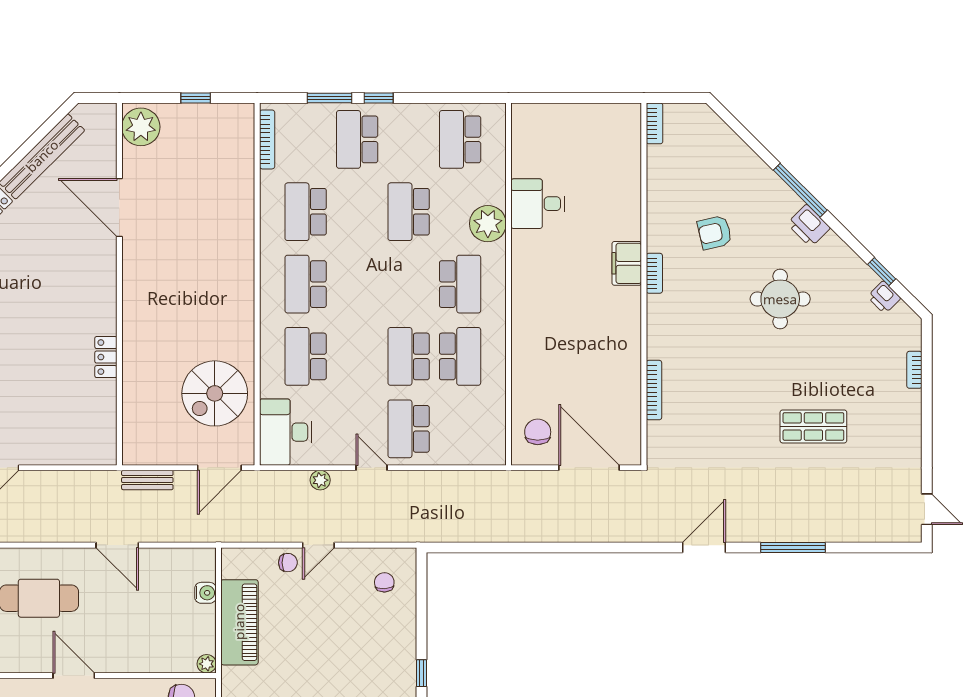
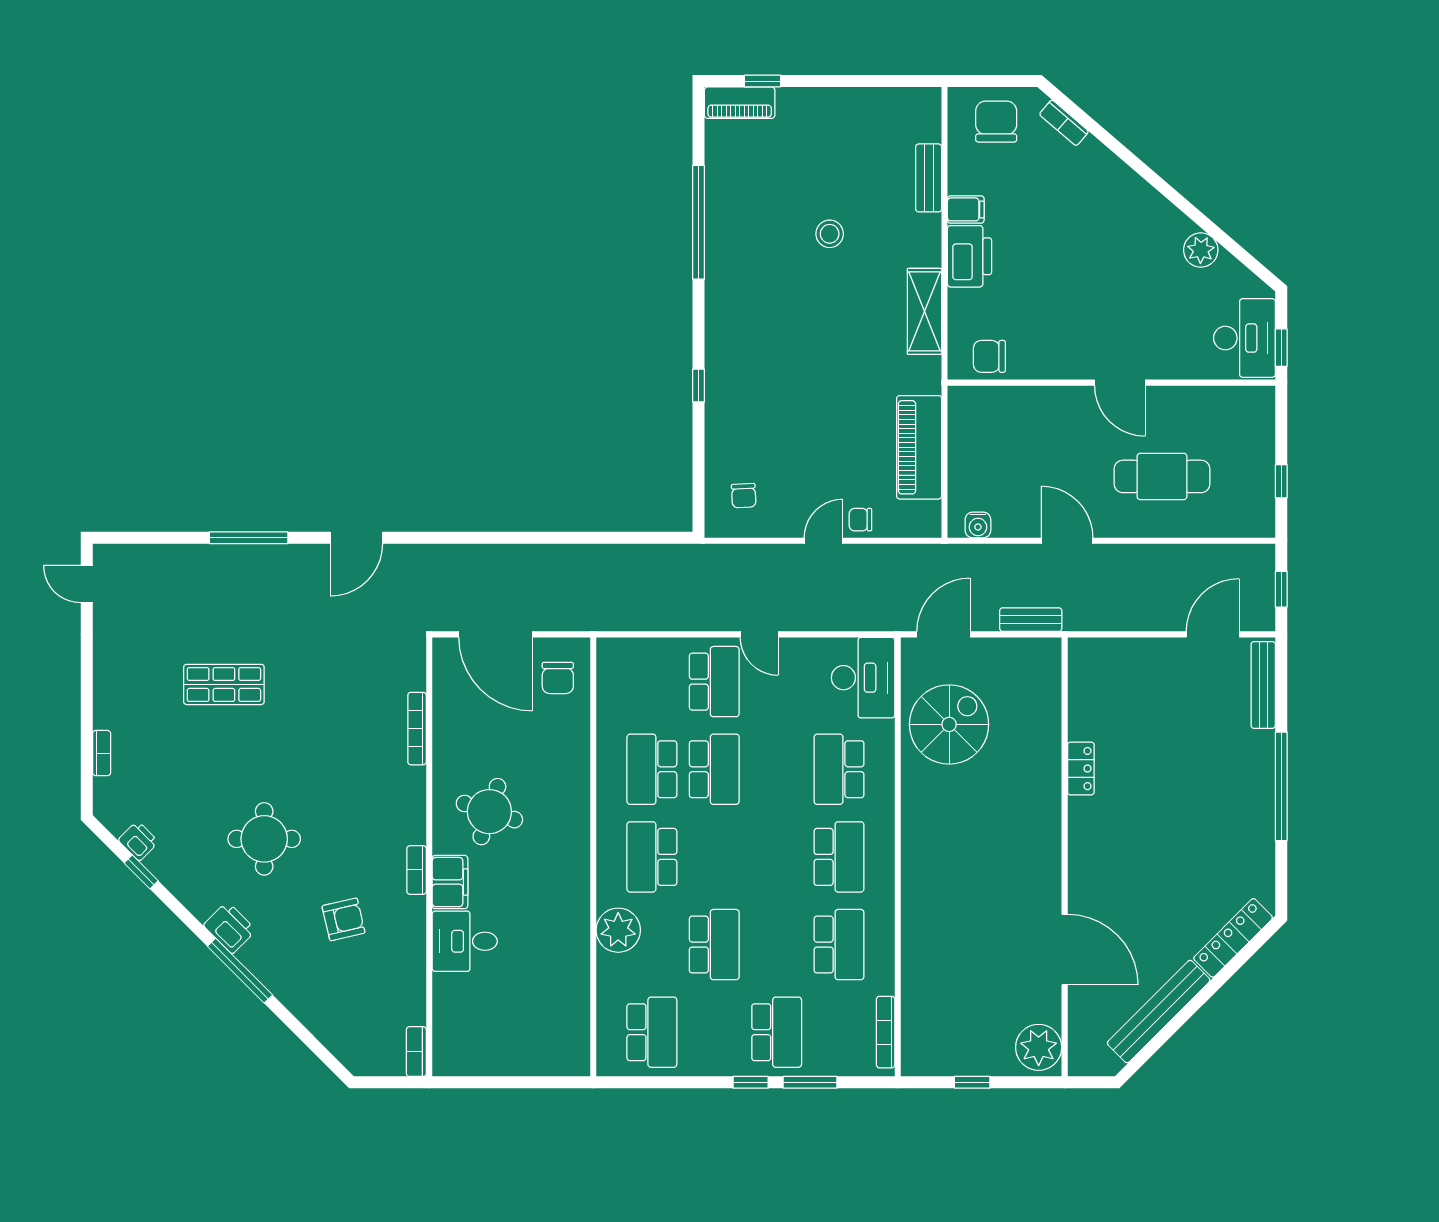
desk: (538, 204) -> (465, 941), moved, turned 180
round table: (594, 322) -> (489, 812), added
school desk: (306, 356) -> (839, 769), turned 180
plant: (320, 480) -> (821, 619), removed
water cooler: (205, 593) -> (978, 525), moved, turned -90
plant: (207, 664) -> (959, 397), removed

